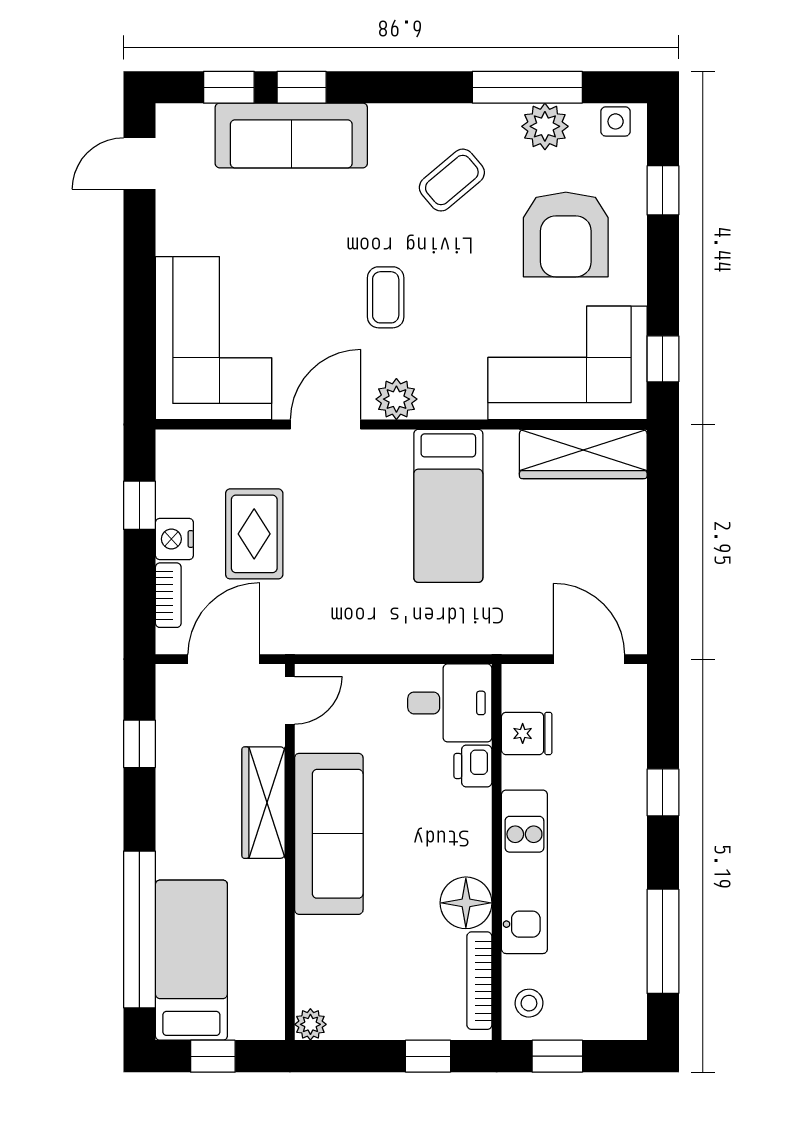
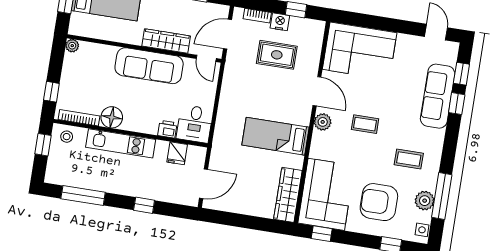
coffee table: (452, 180) -> (409, 159), turned -50
door: (224, 659) -> (227, 34), swing flipped

